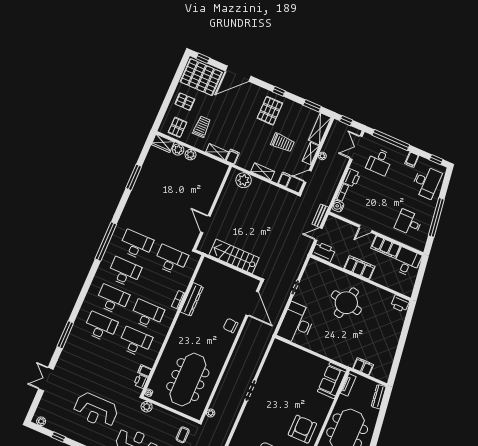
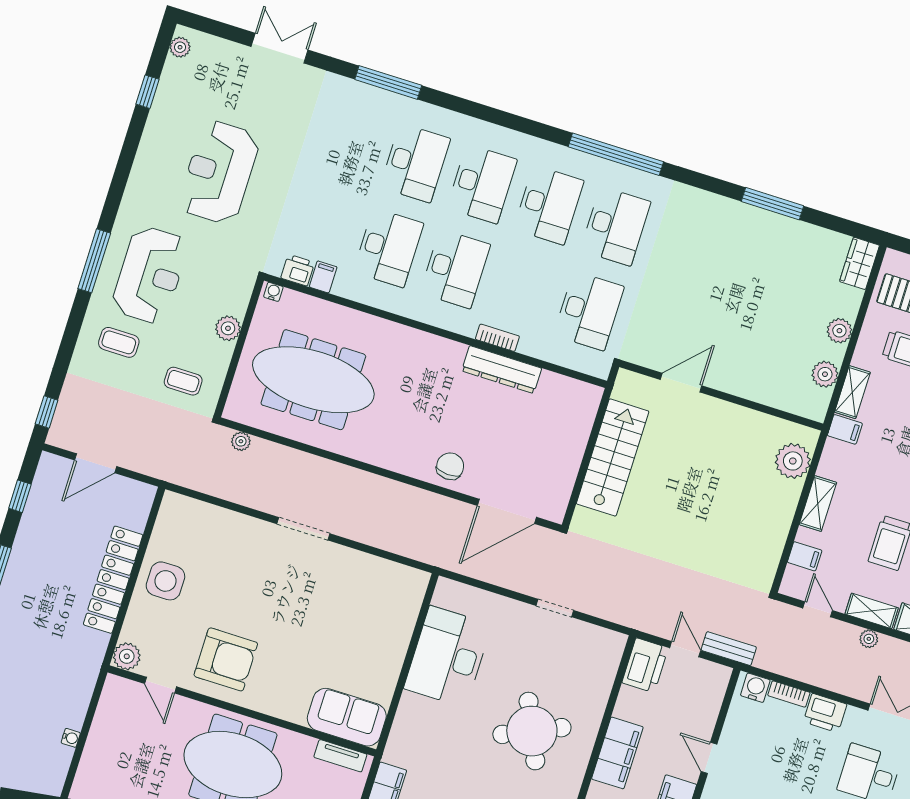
plant: (178, 150) -> (825, 374), moved
round table: (346, 303) -> (532, 731), turned -36
desk: (297, 324) -> (448, 657), moved, turned -90
plant: (147, 407) -> (228, 328), moved

